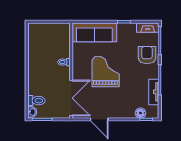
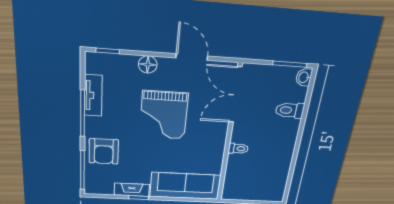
fireplace: (148, 28) -> (132, 190), moved
grand piano: (106, 72) -> (164, 115), moved
toilet: (36, 101) -> (290, 110), moved
floor lamp: (140, 113) -> (148, 65), moved

